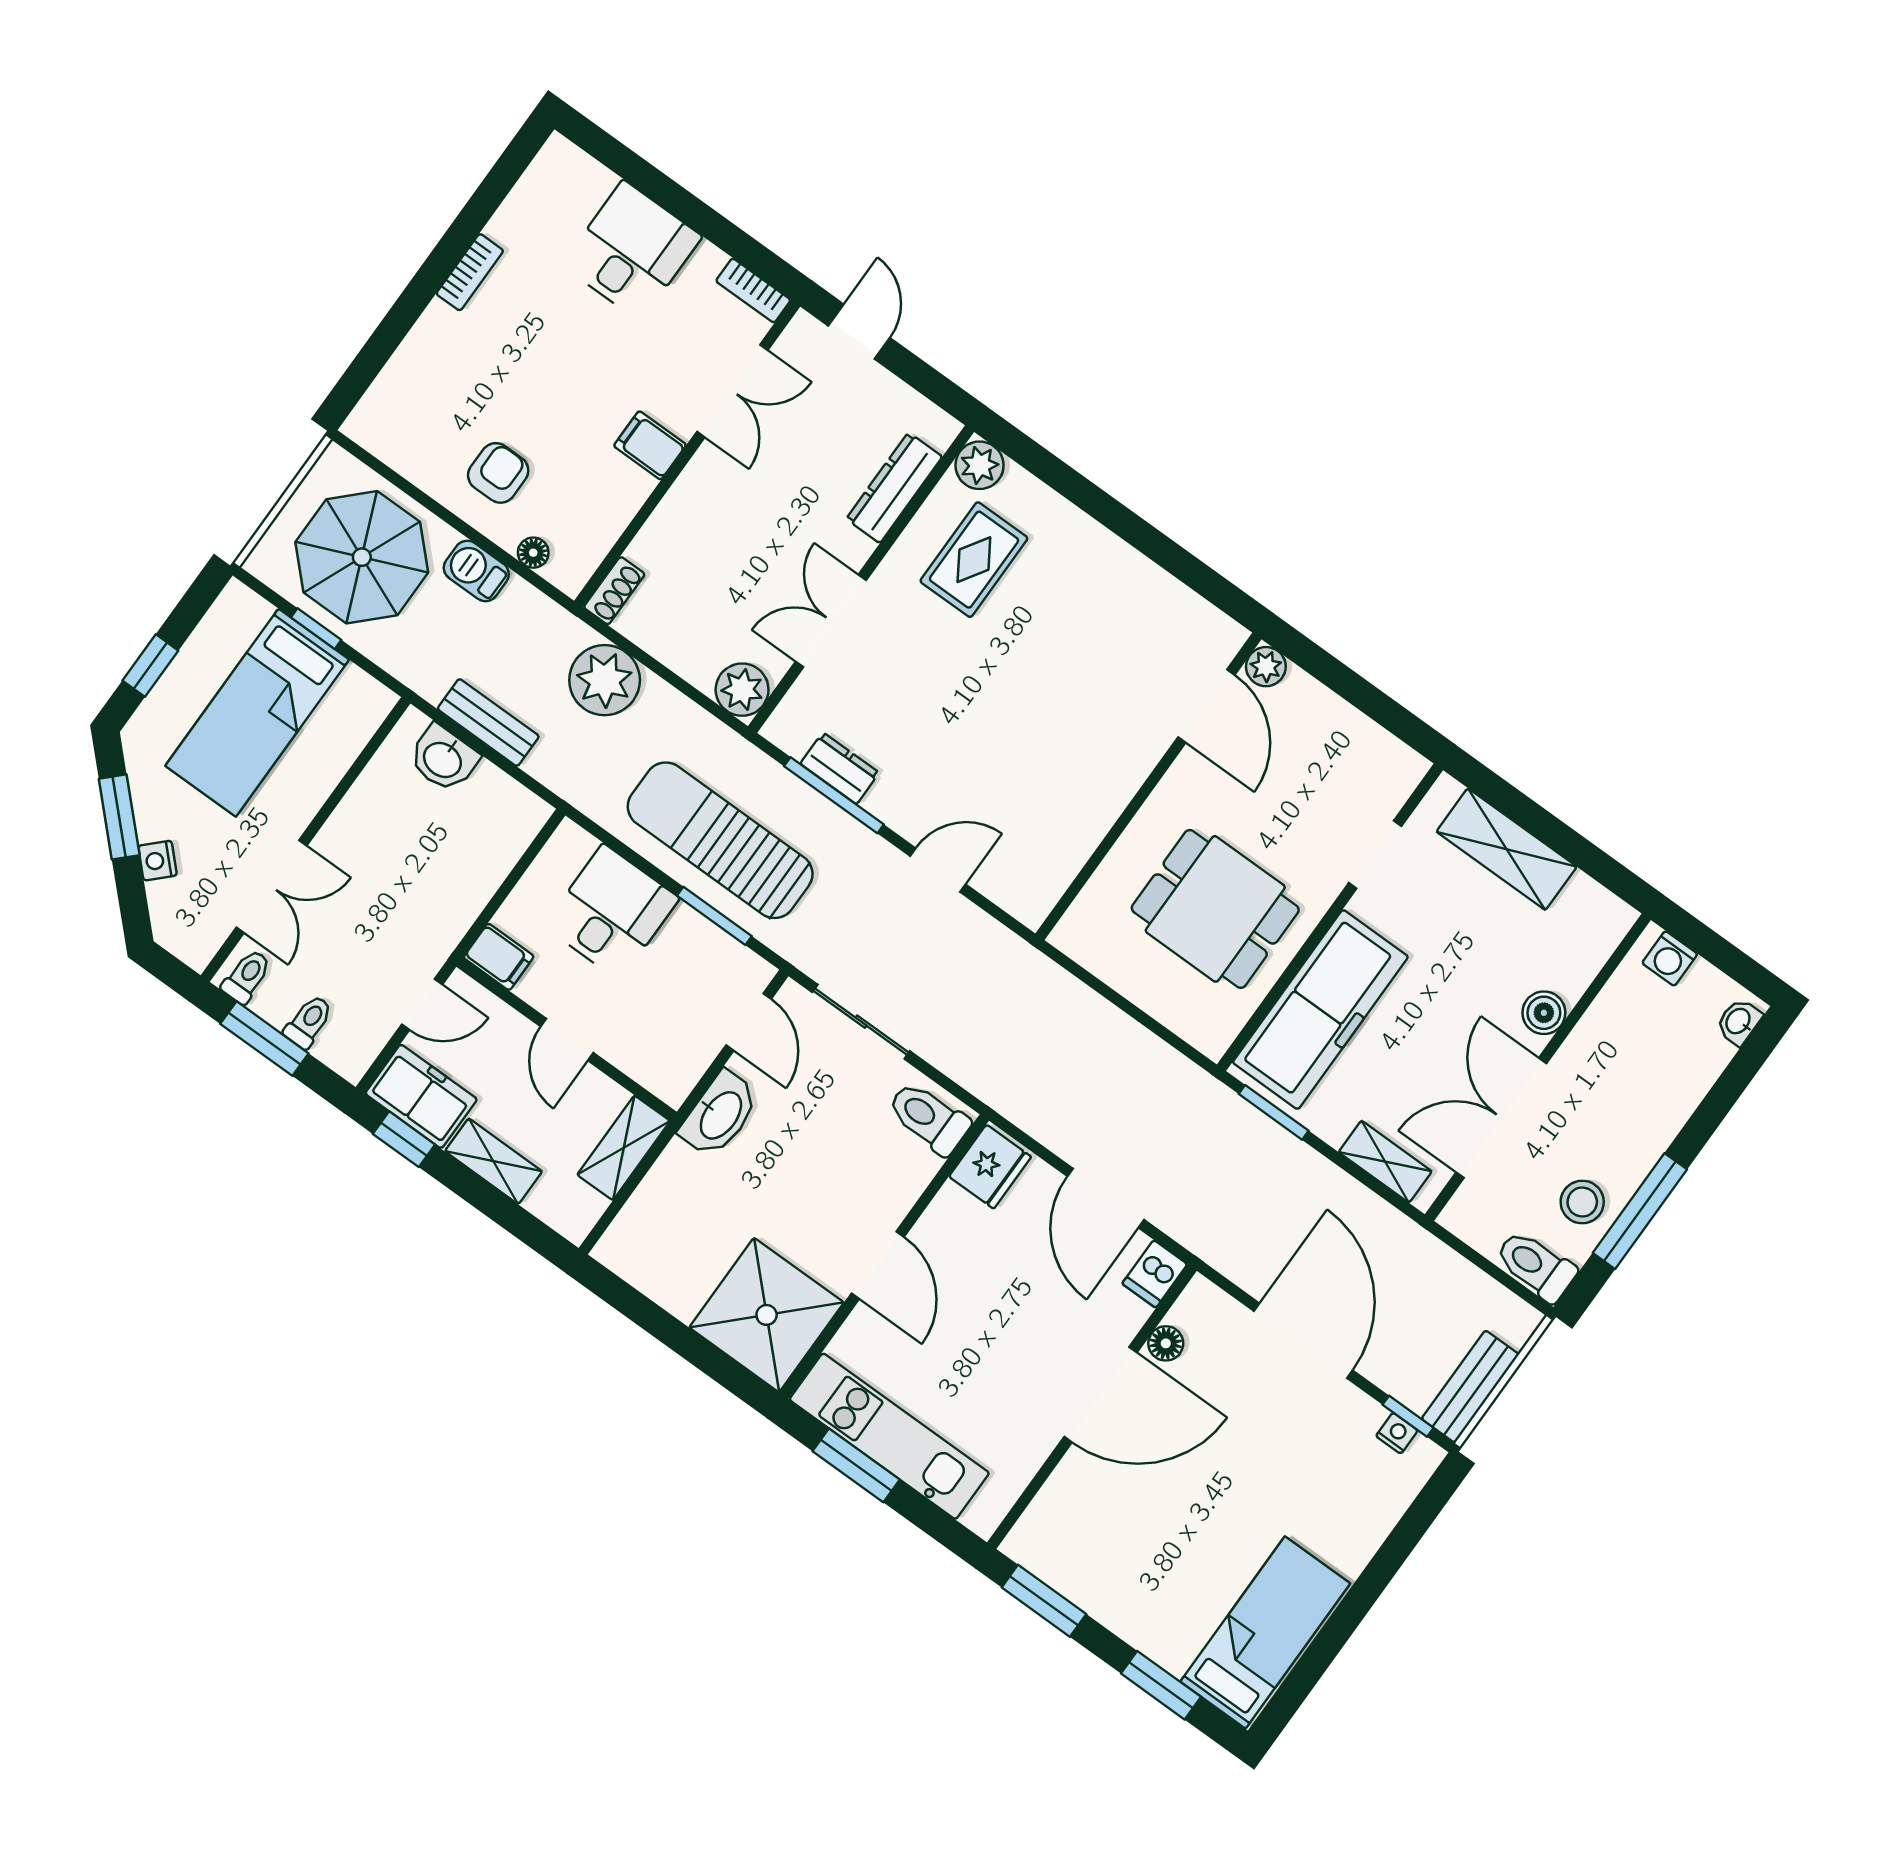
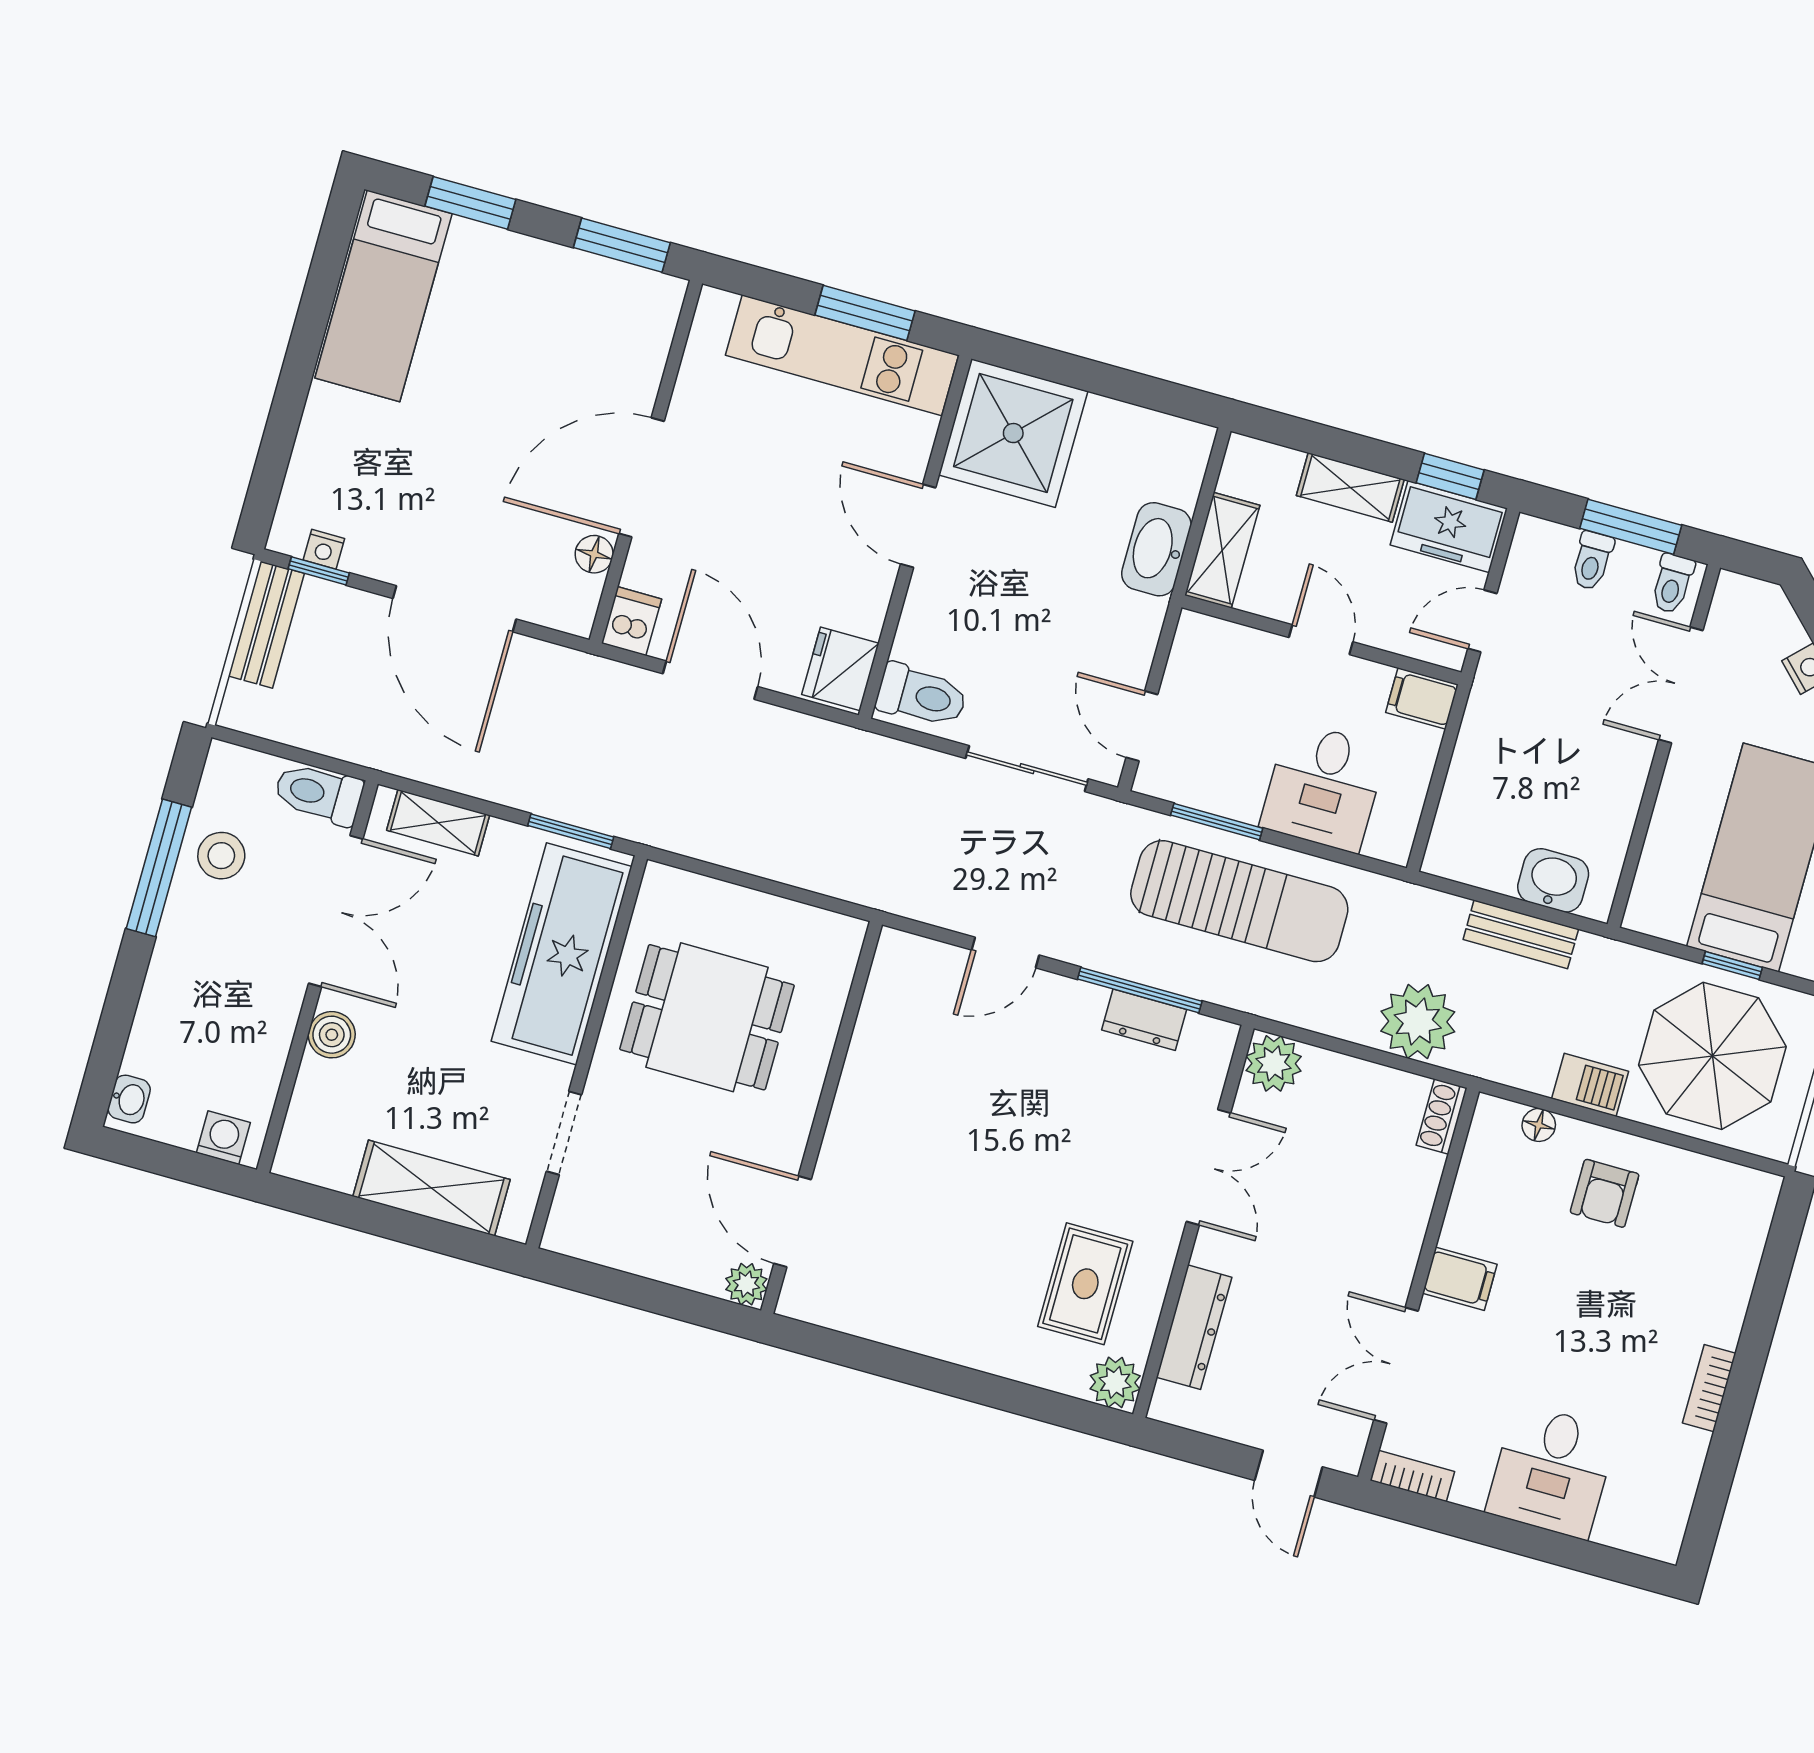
washbasin: (720, 1114) -> (1156, 549), moved
toilet: (1536, 1266) -> (319, 794), moved, turned 180

